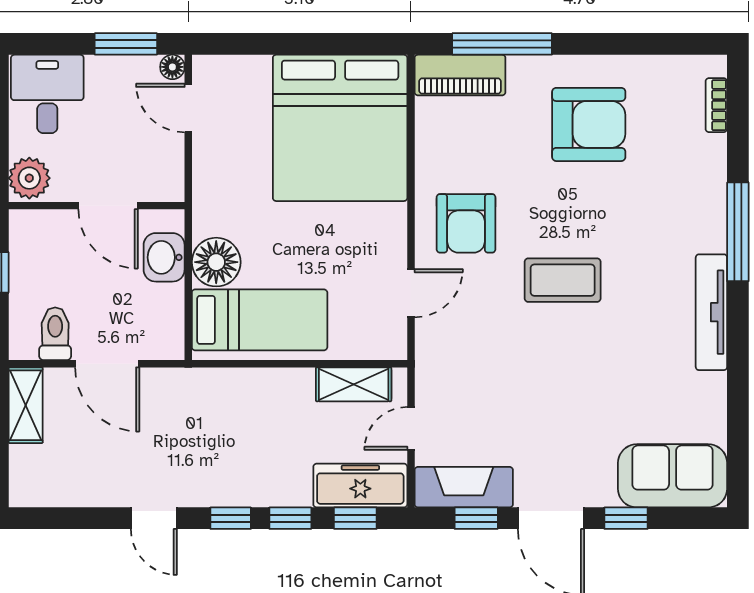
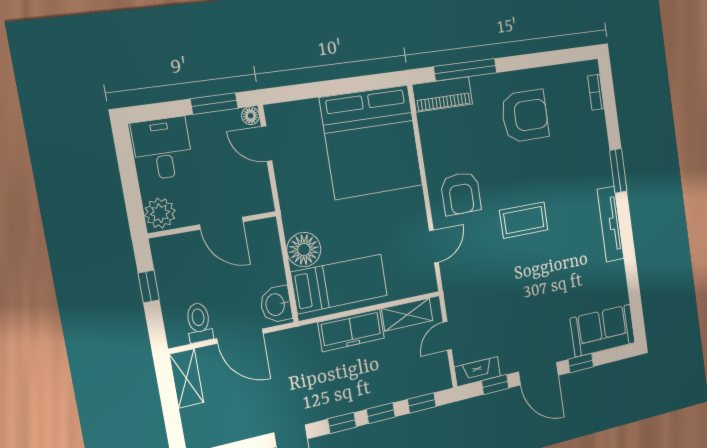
window: (738, 232) -> (618, 171), width x0.69
washbasin: (164, 257) -> (276, 304), moved
freezer: (360, 486) -> (351, 330), moved, turned 180
fireplace: (464, 487) -> (477, 372), width x0.73, depth x0.76

